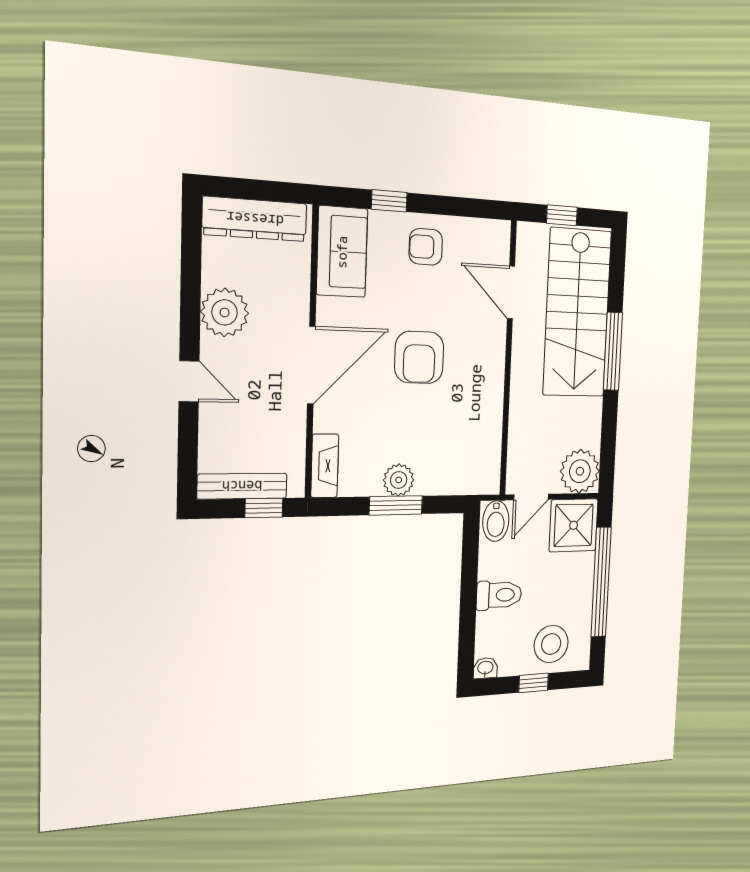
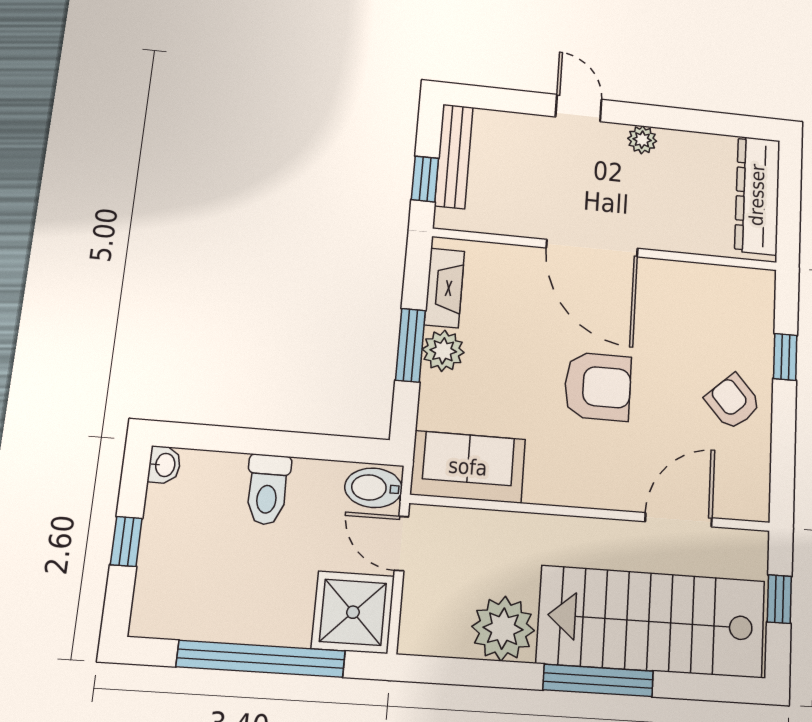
armchair: (426, 247) -> (733, 402), turned -42
sofa: (342, 252) -> (468, 467), moved, turned 180
plant: (225, 312) -> (642, 140), width x0.53, depth x0.53
armchair: (419, 357) -> (598, 387), turned 180
door: (189, 381) -> (579, 108), swing flipped
fireplace: (325, 466) -> (444, 288), moved, turned -90
plant: (580, 471) -> (503, 629), moved
stool: (551, 644) -> (180, 572), removed

